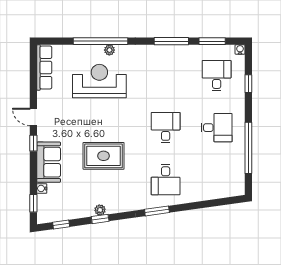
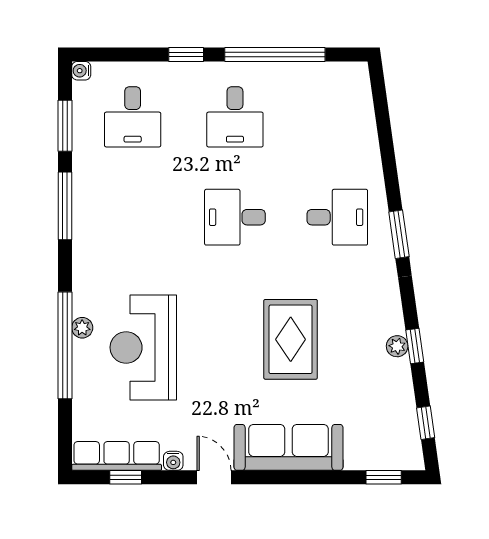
desk: (217, 76) -> (133, 117), turned -90
window: (248, 84) -> (186, 54), moved
door: (33, 117) -> (214, 477), swing flipped
desk: (217, 128) -> (235, 117), turned 180
window: (33, 143) -> (126, 477), moved
sofa: (49, 162) -> (289, 447), width x1.36
water cooler: (42, 188) -> (173, 461), moved

